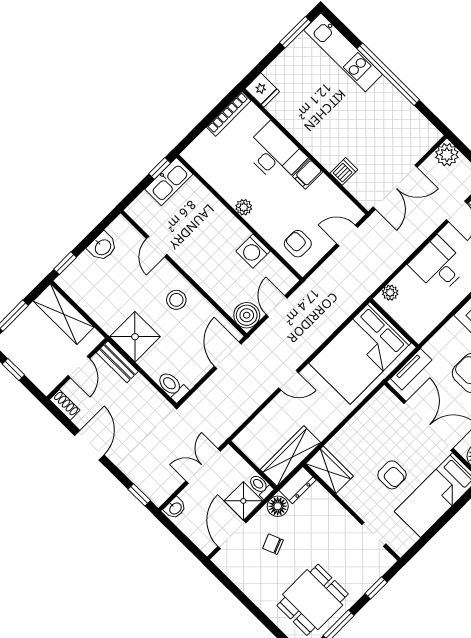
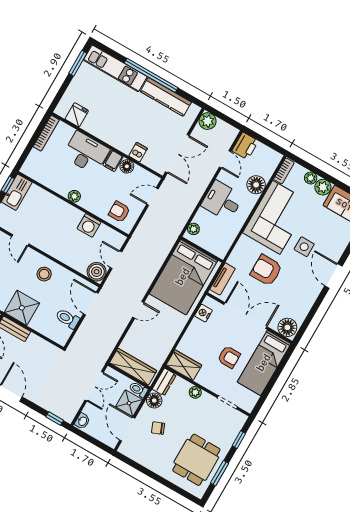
fridge: (262, 90) -> (77, 115), moved, turned -90
kitchen counter: (400, 108) -> (166, 97), added
floor lamp: (324, 186) -> (127, 166), added
toilet: (172, 386) -> (68, 319), moved
nightstand: (374, 408) -> (203, 313), added
wardrobe: (291, 456) -> (133, 367), moved, turned 90
double door: (203, 466) -> (94, 386), swing flipped
plant: (335, 510) -> (195, 392), added

